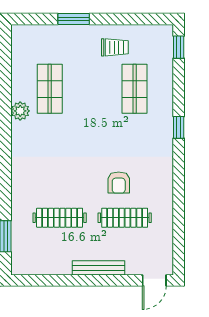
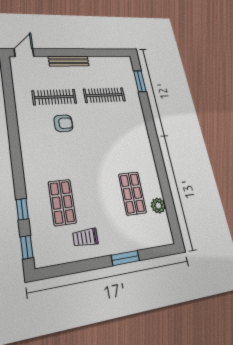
plant: (20, 111) -> (158, 206), moved
window: (179, 127) -> (22, 209), moved
armchair: (119, 183) -> (63, 123), turned 90

